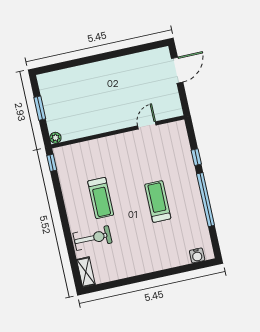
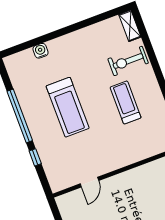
treadmill: (158, 201) -> (68, 107), width x1.37, depth x1.38
water cooler: (197, 255) -> (40, 51), moved

